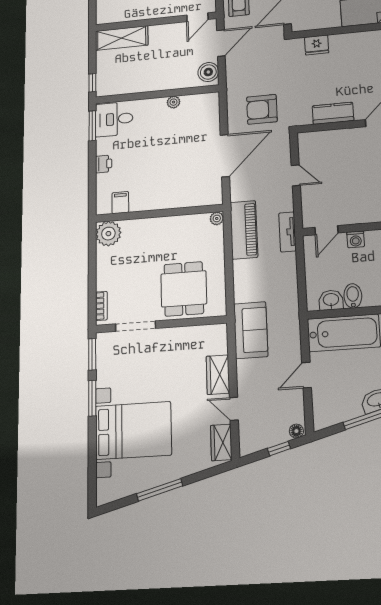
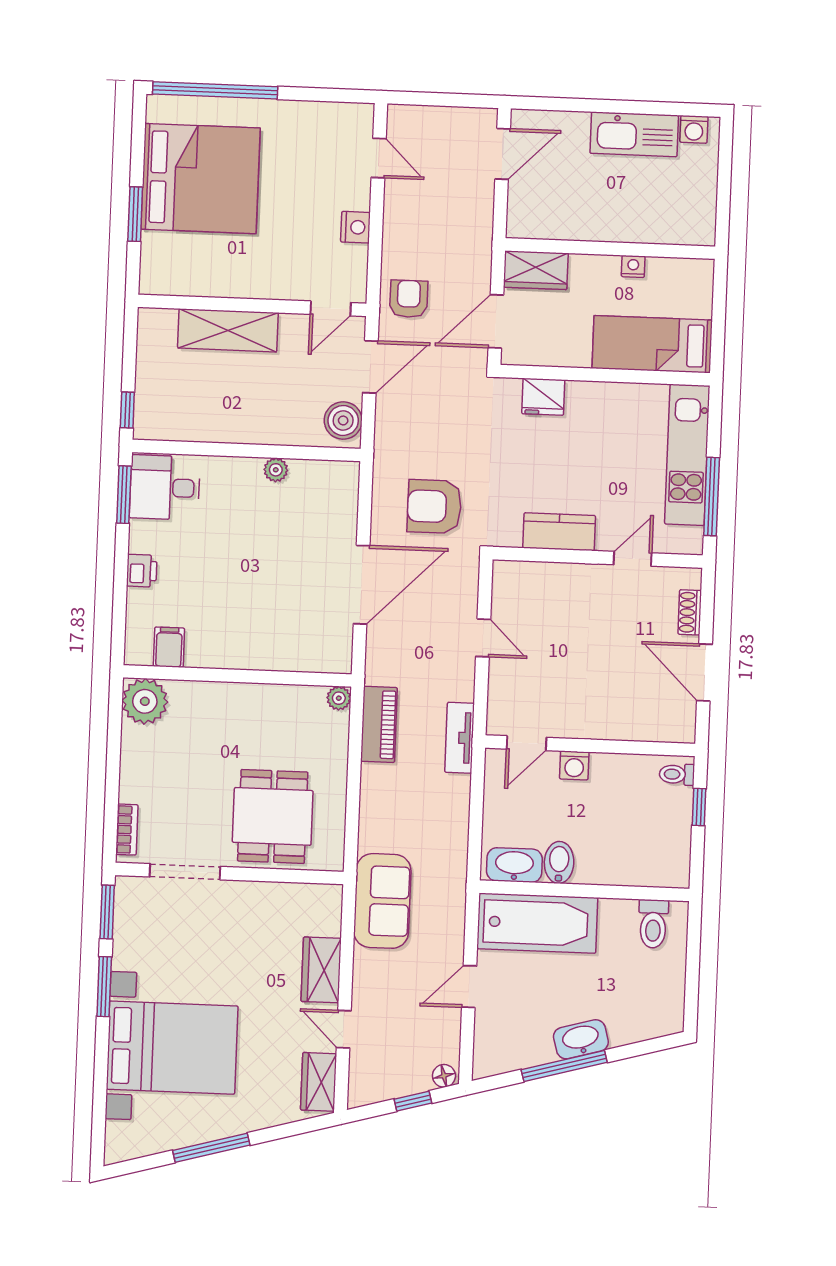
shelving: (122, 38) -> (228, 330), moved
piano: (244, 230) -> (379, 724), width x0.73, depth x0.75
washbasin: (331, 300) -> (514, 865), width x1.38

